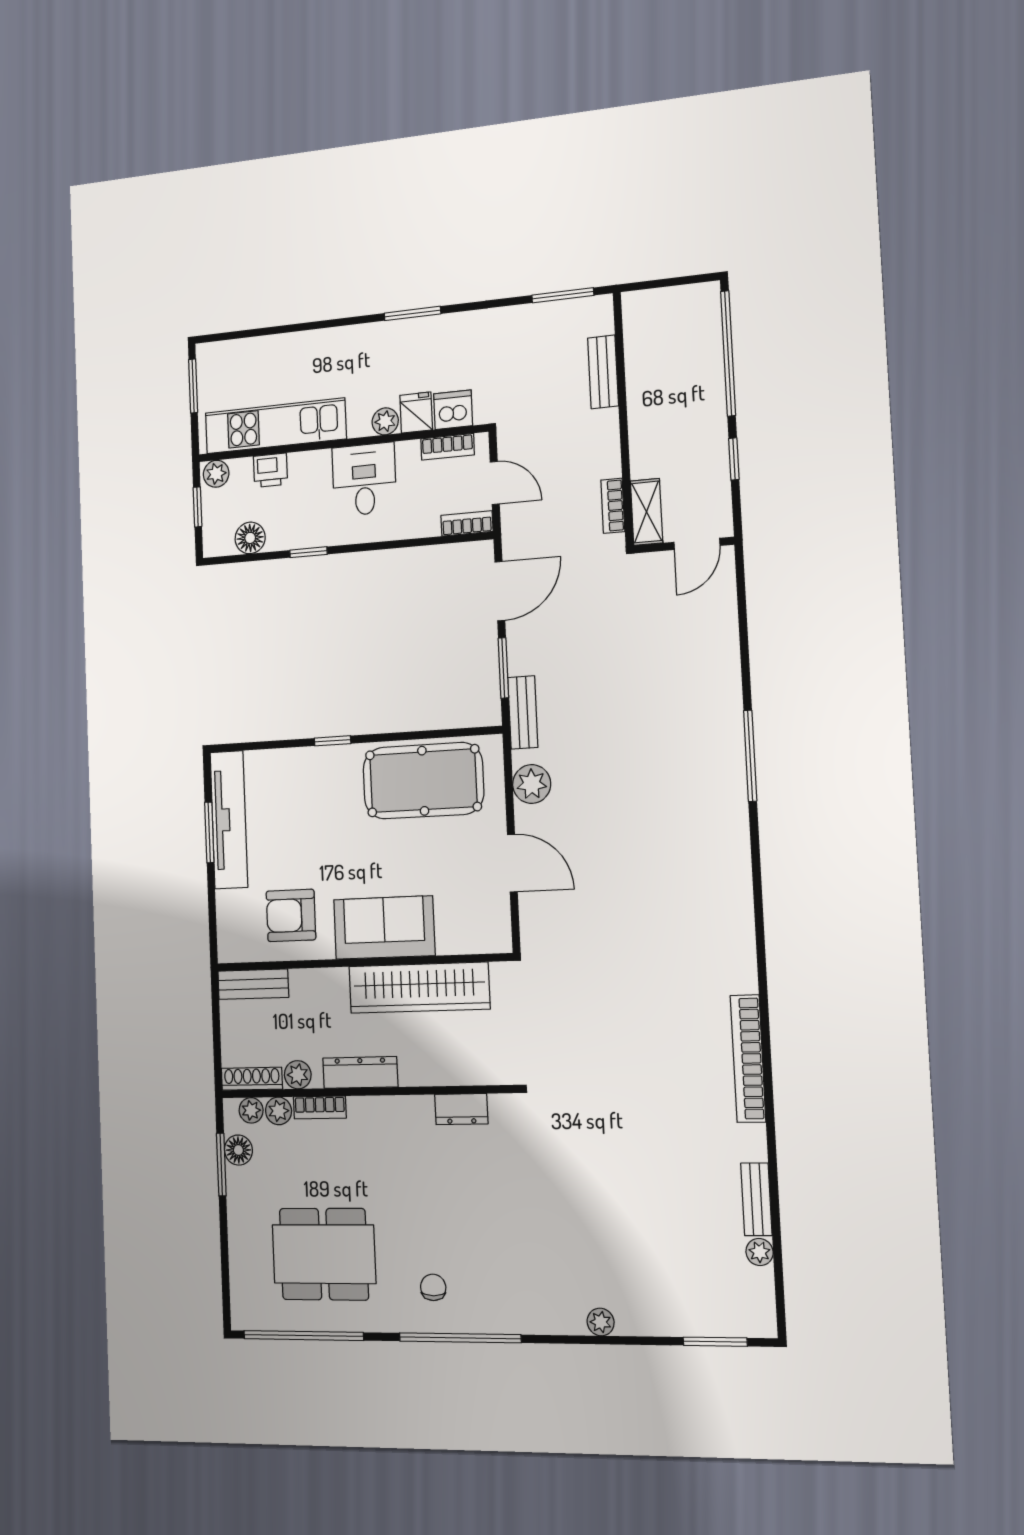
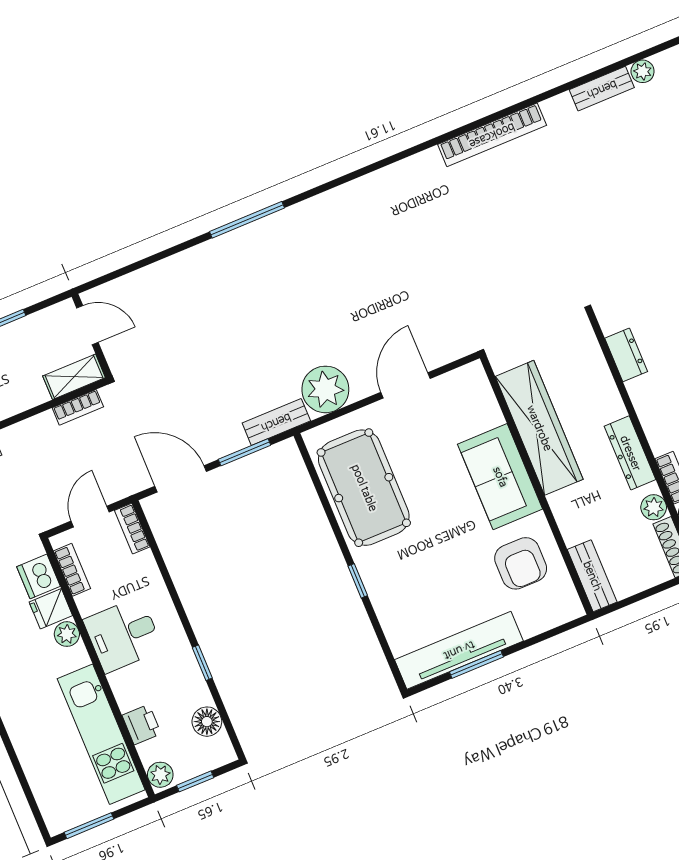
plant: (532, 784) -> (325, 389), width x1.36, depth x1.36

